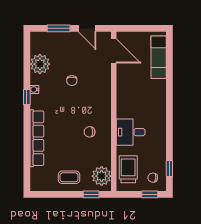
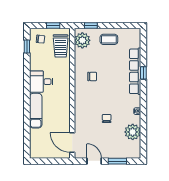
exam couch: (159, 57) -> (36, 111), moved
window: (27, 97) -> (143, 73), moved
desk: (131, 132) -> (41, 82), moved, turned 180
window: (150, 194) -> (53, 25), moved

